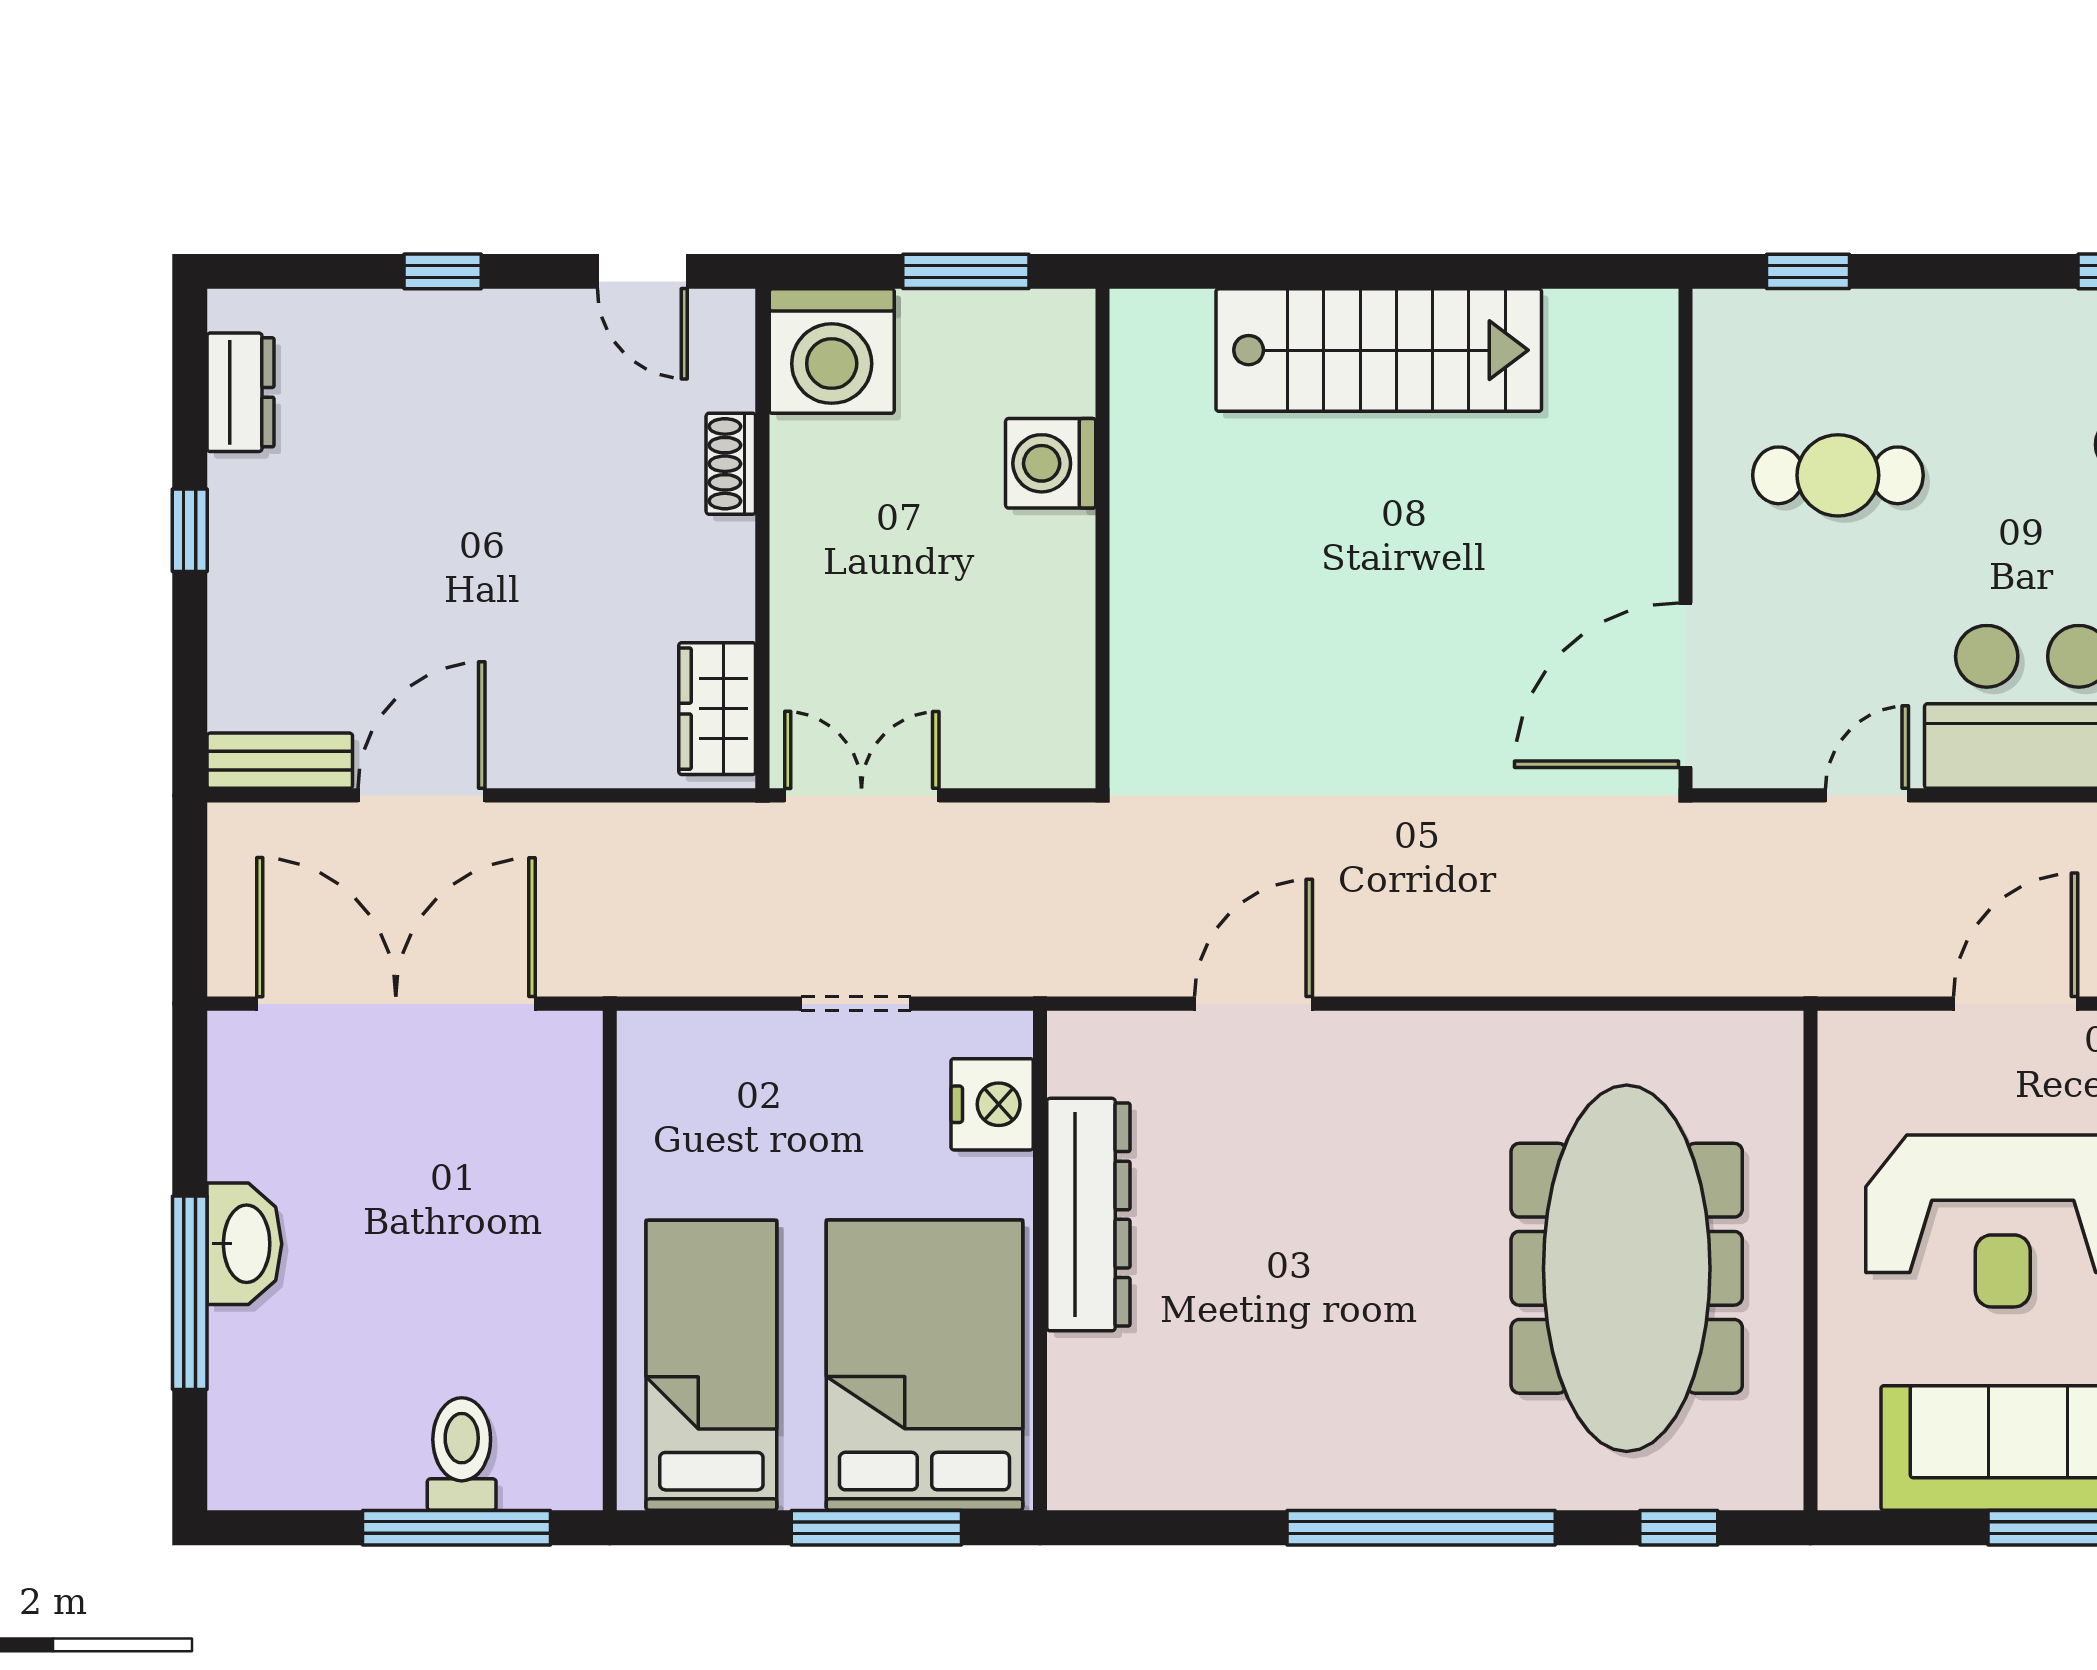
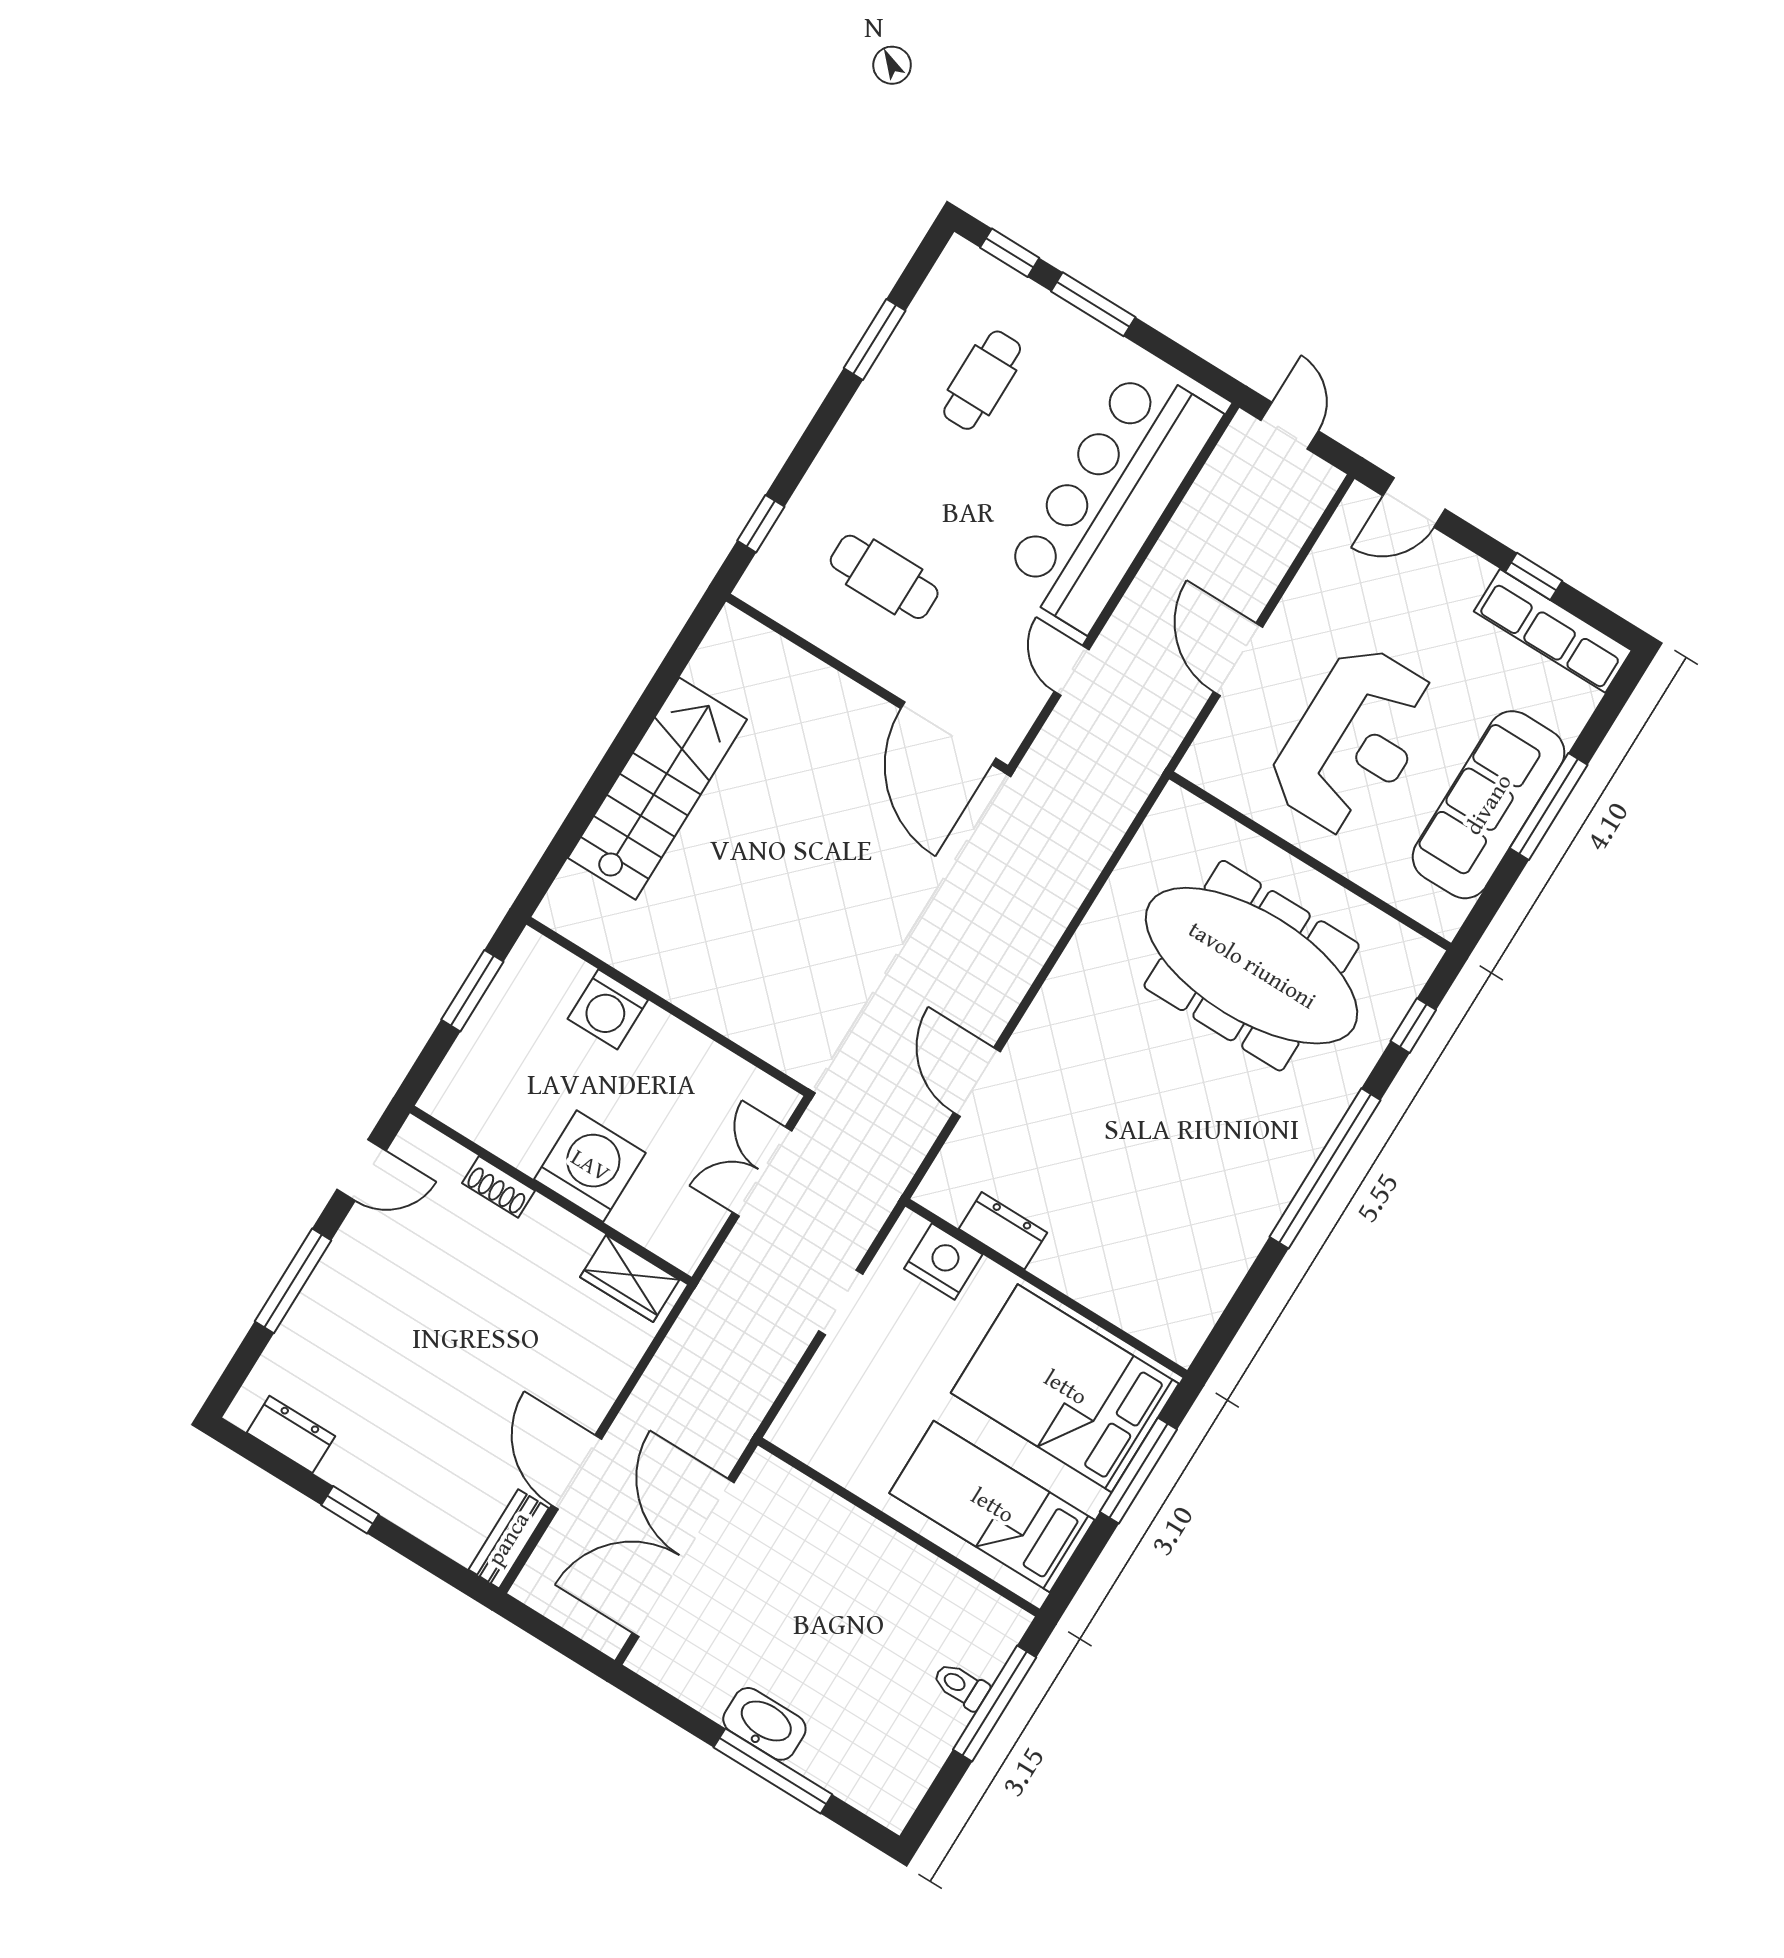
window: (443, 271) -> (293, 1281), width x2.17
washing machine: (832, 351) -> (590, 1166), moved, turned -90
cafe table: (1838, 475) -> (884, 577), turned 90
double door: (862, 795) -> (762, 1172), moved
dresser: (1088, 1215) -> (1003, 1231), width x0.51, depth x0.80
toilet: (462, 1454) -> (961, 1686), width x0.73, depth x0.72

